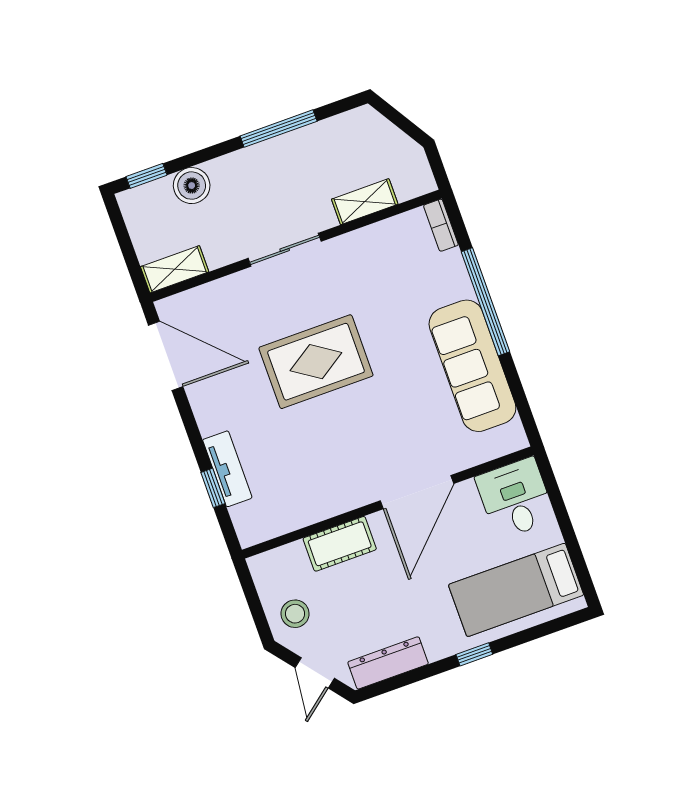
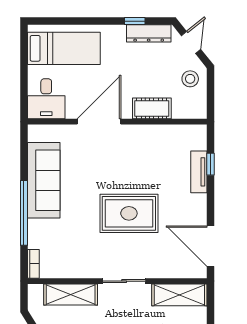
shelving: (365, 202) -> (71, 294), width x1.50, depth x1.33
shelving: (175, 269) -> (179, 295), width x1.50, depth x1.33
window: (474, 654) -> (135, 21), moved

